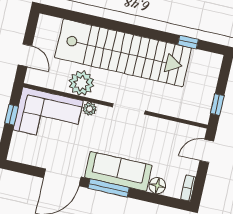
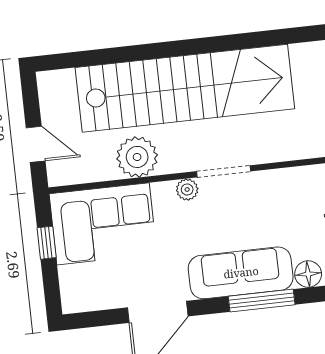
window: (188, 42) -> (279, 37), removed
plant: (90, 109) -> (187, 189), moved
window: (109, 188) -> (262, 300), moved

